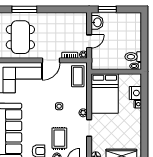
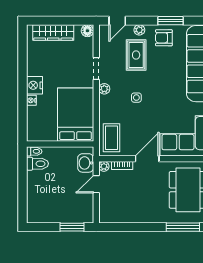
washbasin: (97, 22) -> (86, 163), moved
nightstand: (135, 93) -> (34, 85), moved

